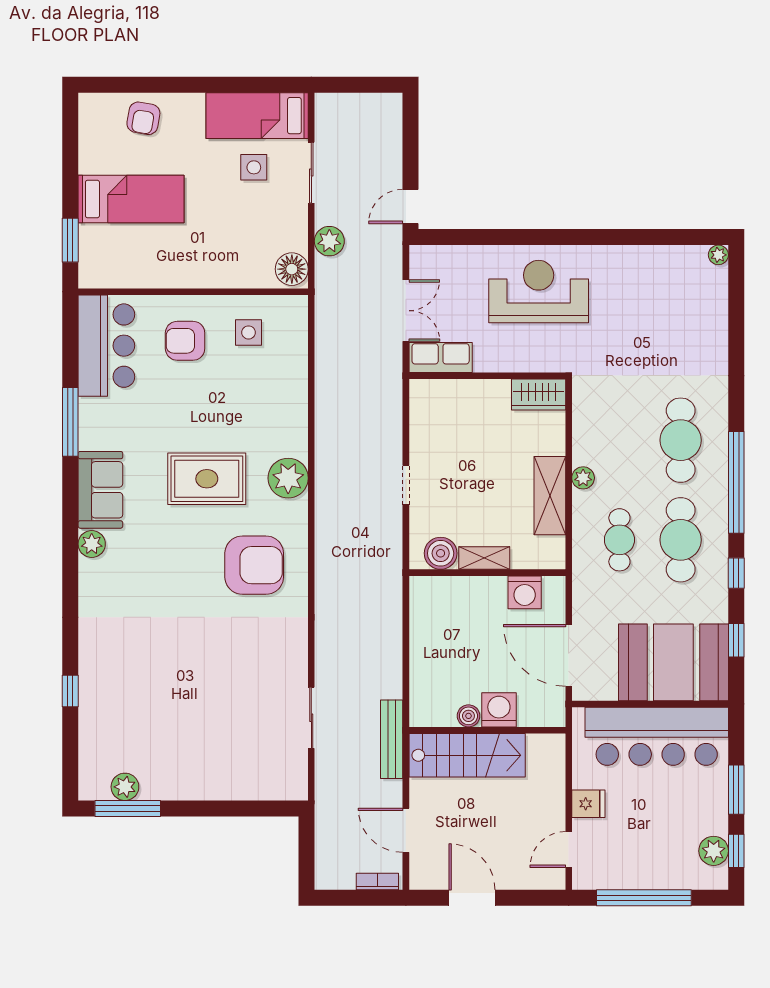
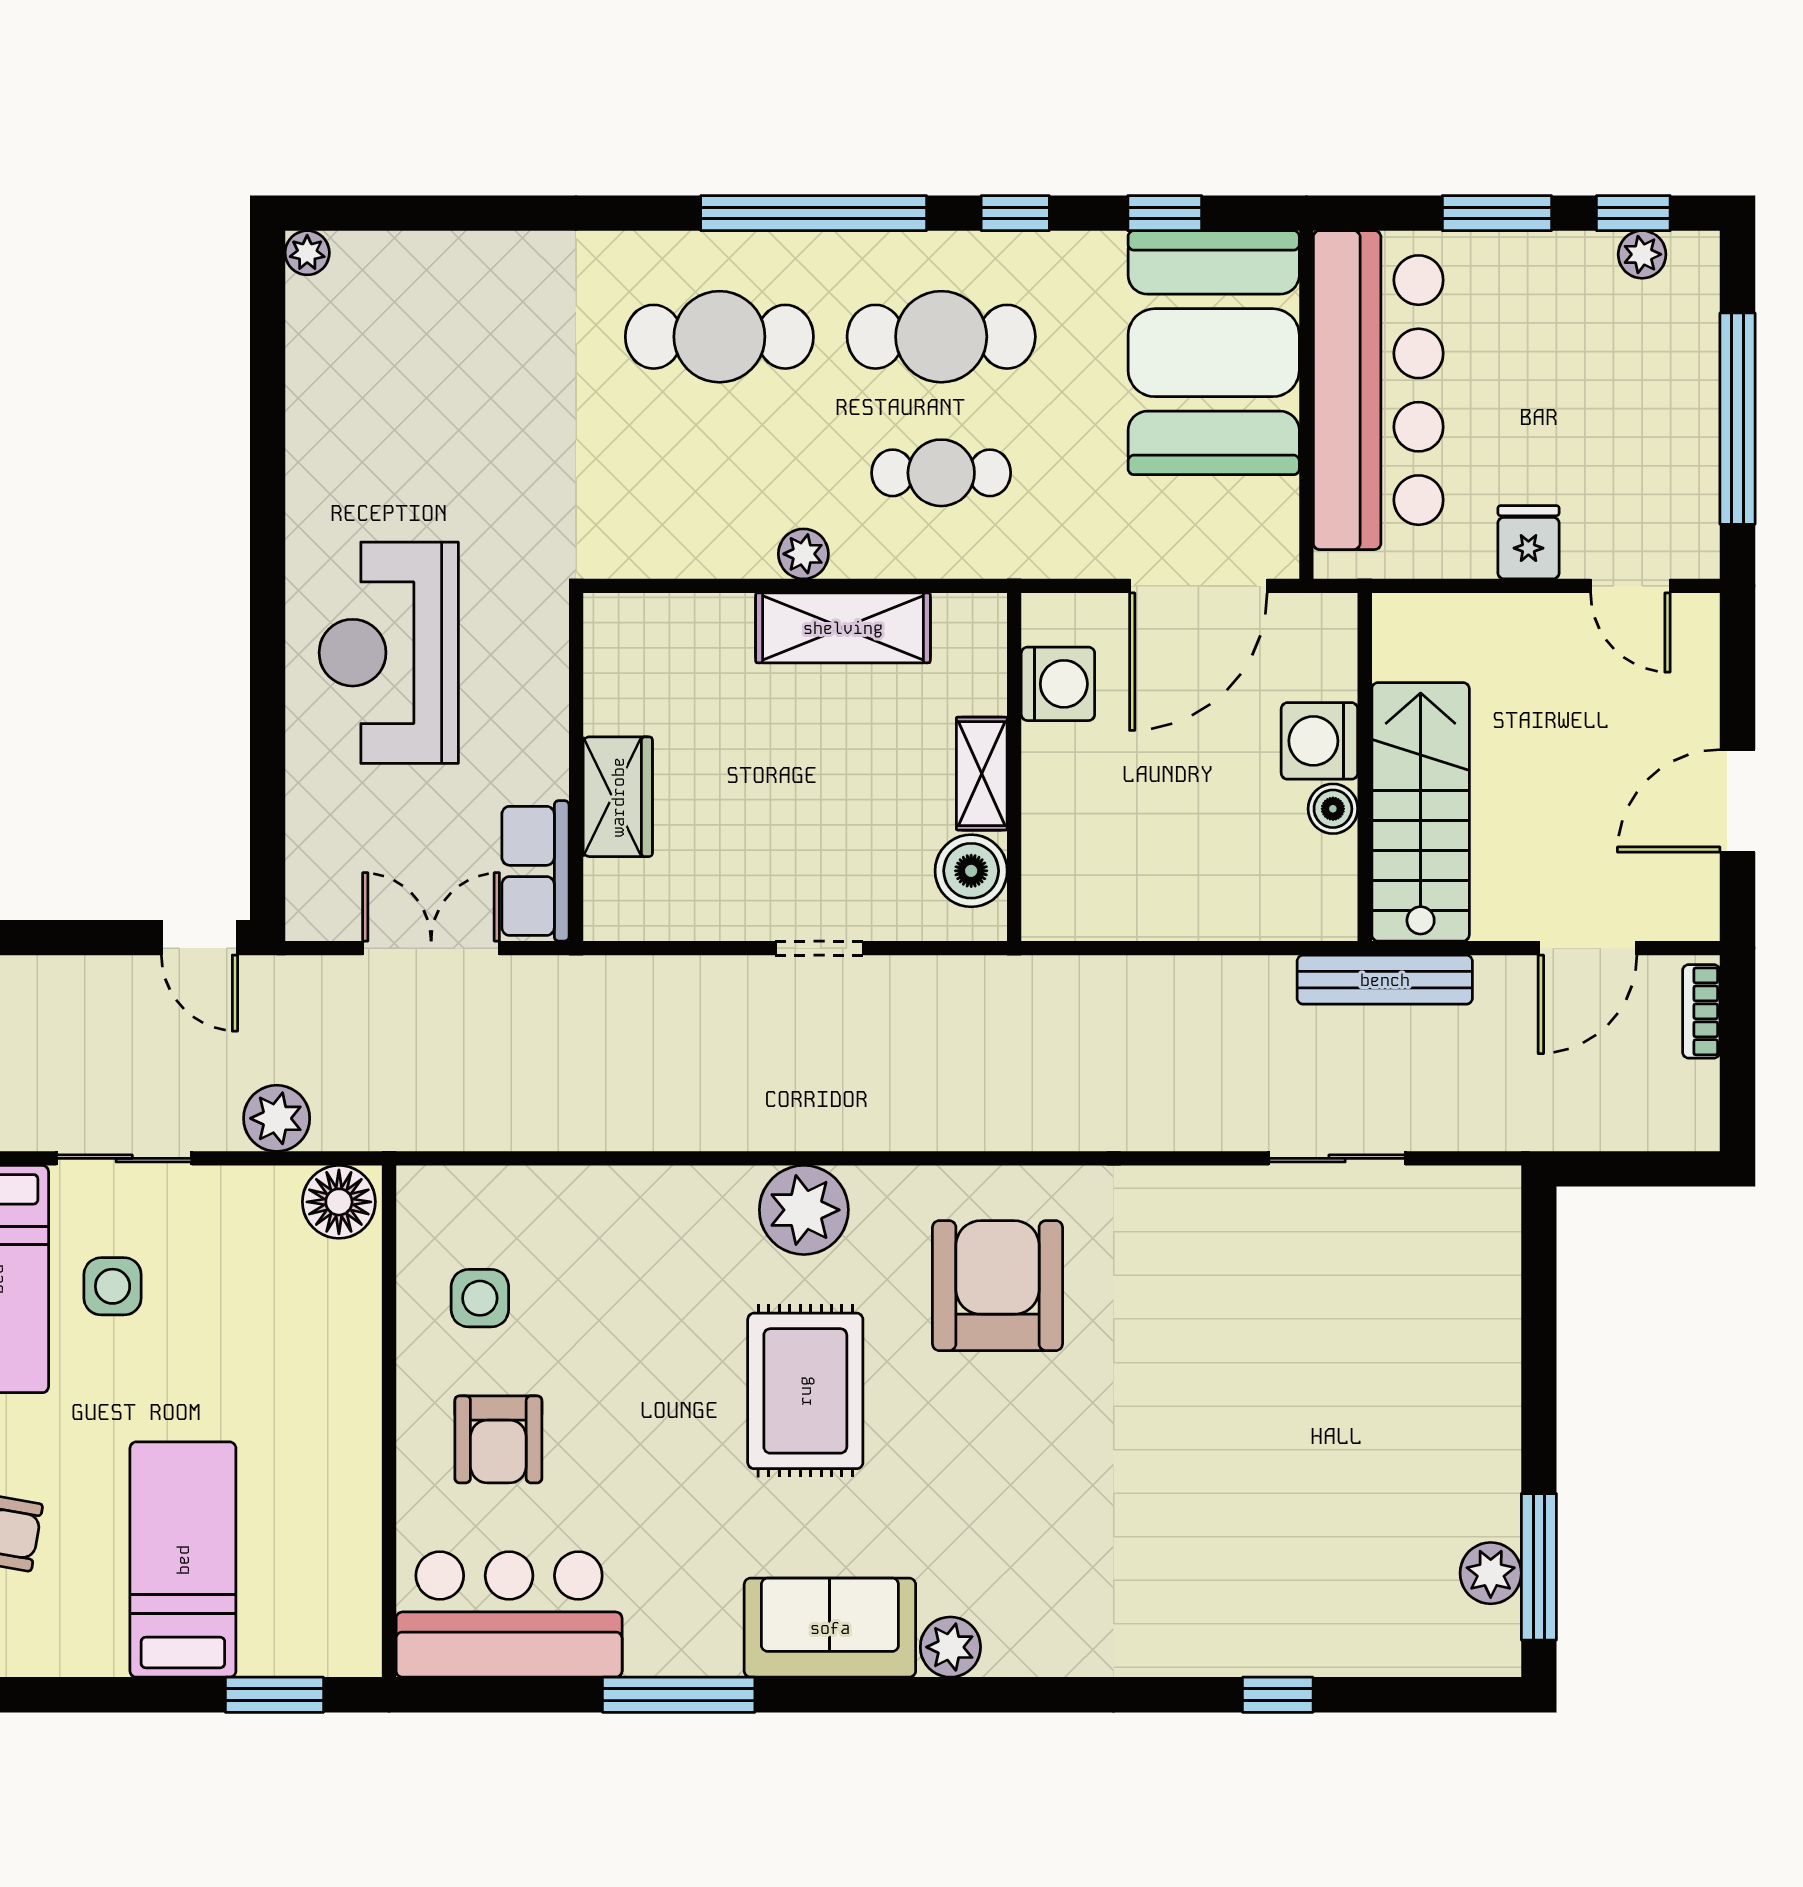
wardrobe: (539, 394) -> (618, 797), moved
plant: (714, 851) -> (1642, 254), width x0.73, depth x0.73

